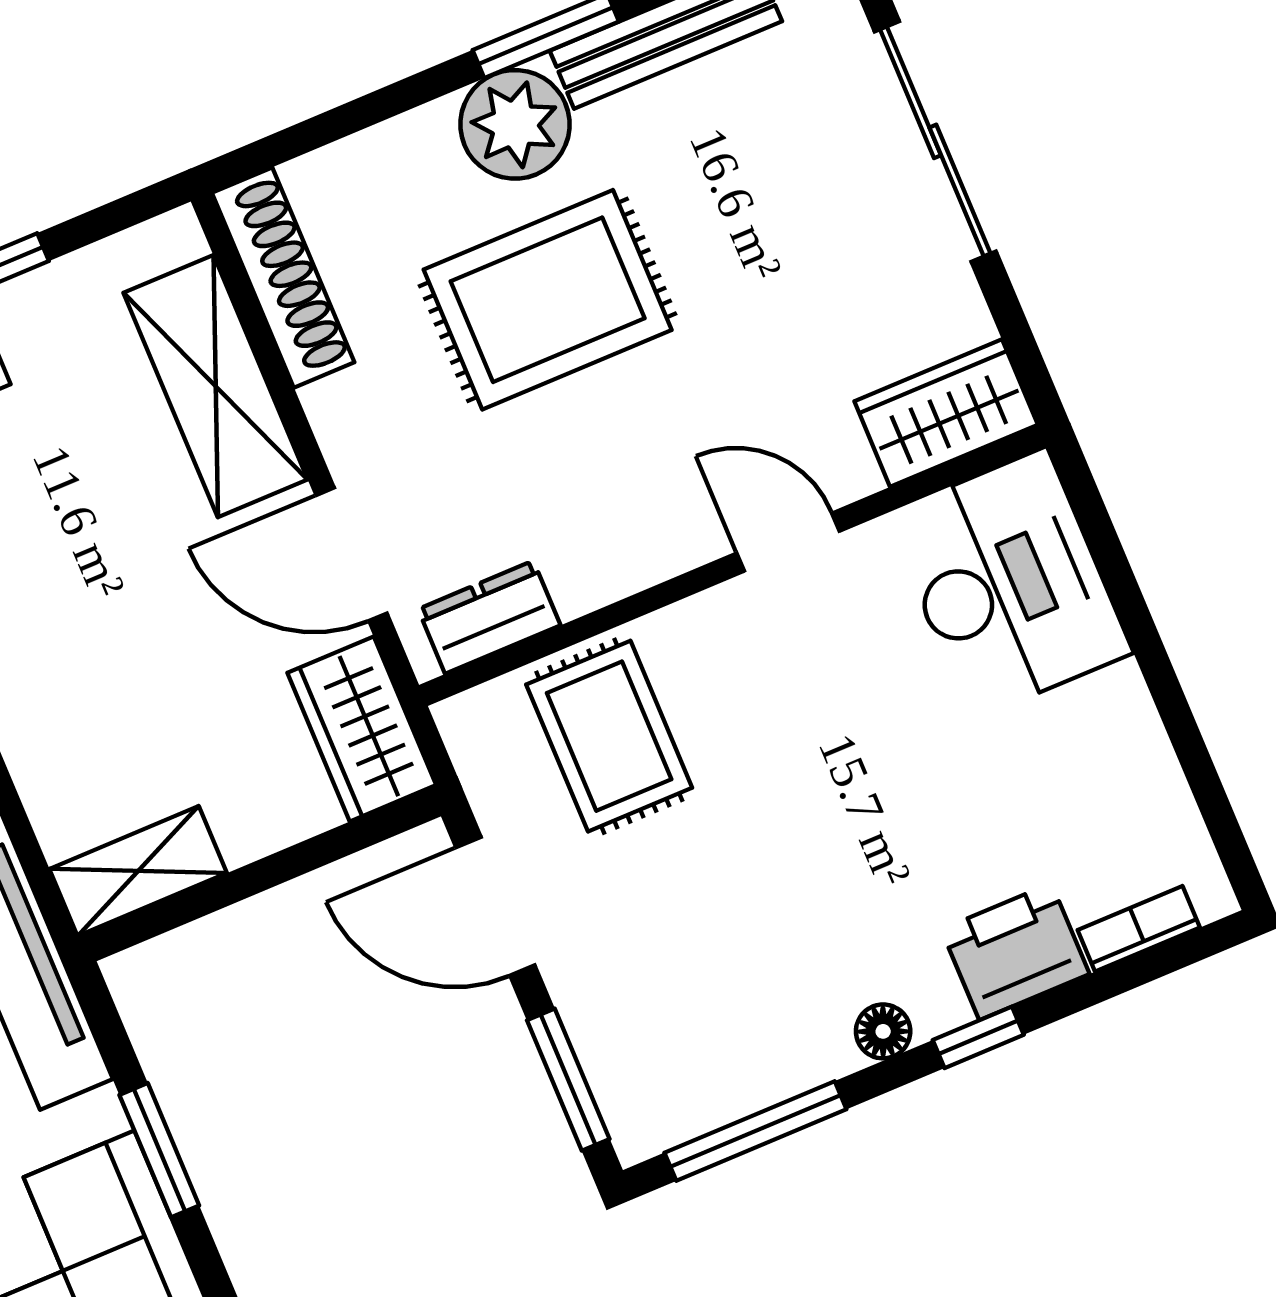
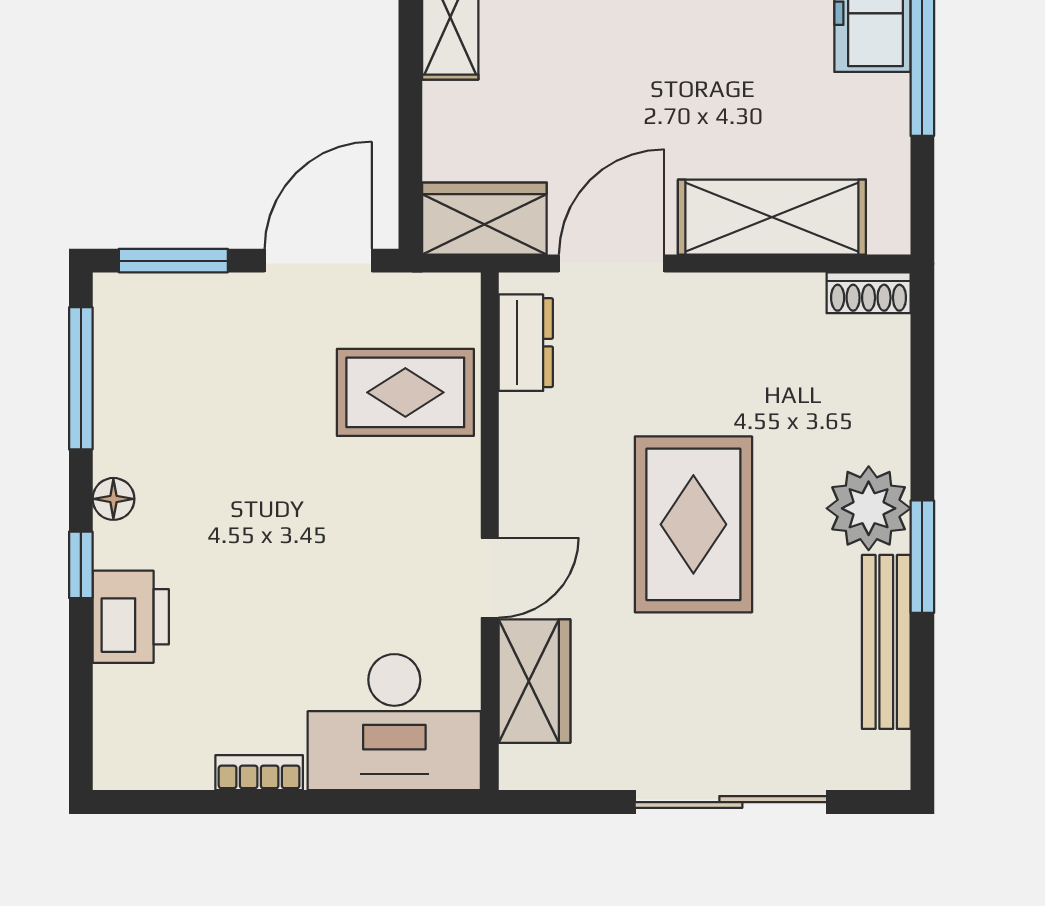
shoe rack: (283, 278) -> (869, 293), width x0.51, depth x0.81
rug: (548, 300) -> (693, 524), moved
wardrobe: (946, 413) -> (534, 681), moved
bookcase: (1139, 929) -> (259, 773), moved, turned -90

